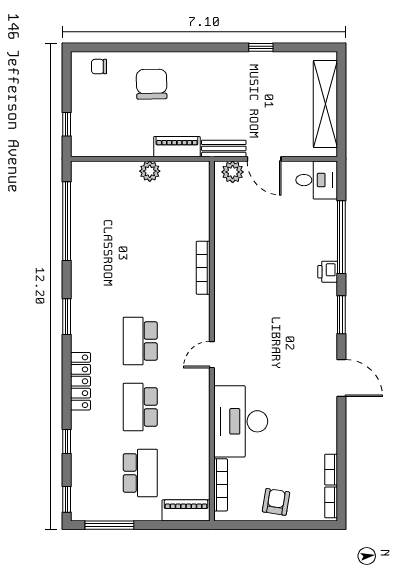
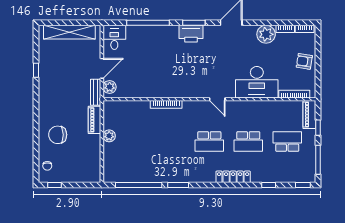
window: (67, 124) -> (54, 185), moved
printer: (328, 272) -> (191, 34), moved, width x1.87, depth x1.48
window: (67, 317) -> (178, 185), moved
plant: (322, 437) -> (266, 34), added
window: (164, 525) -> (318, 128), added

